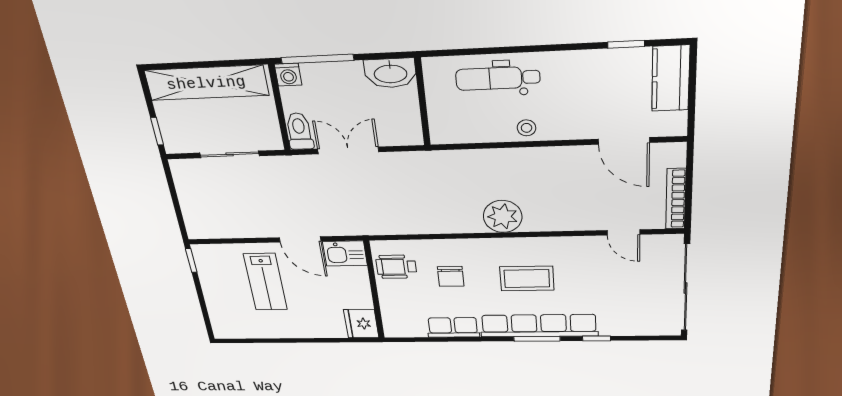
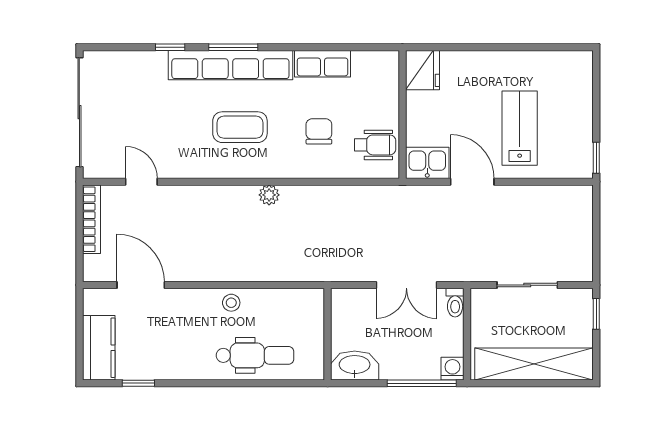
toilet: (299, 131) -> (455, 303), width x0.73, depth x0.72
plant: (503, 216) -> (269, 195), width x0.53, depth x0.53

